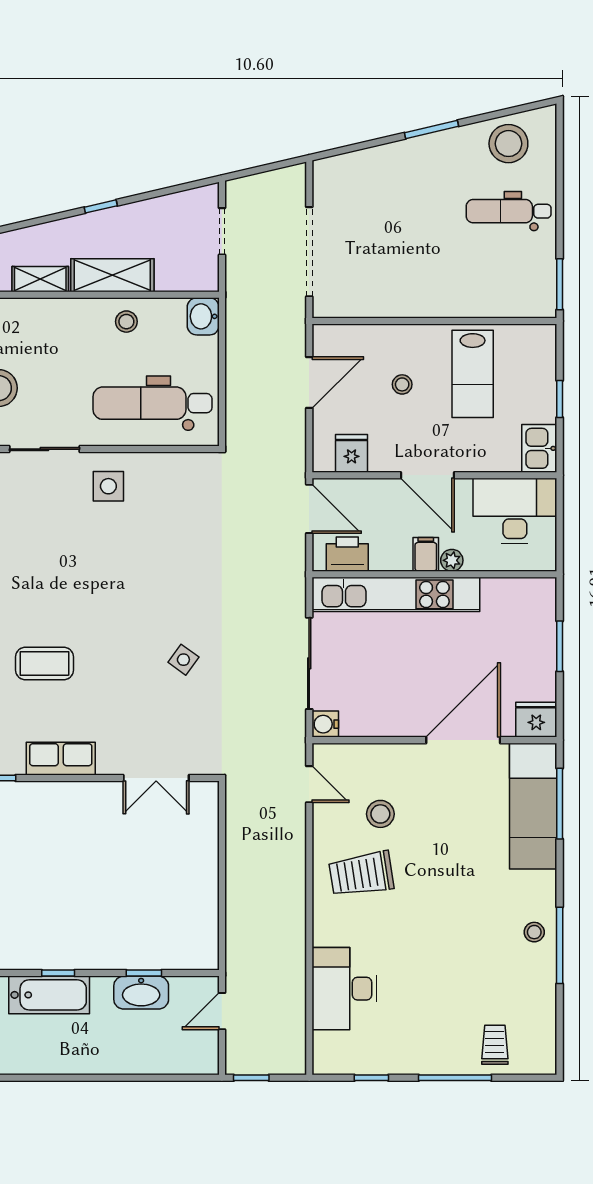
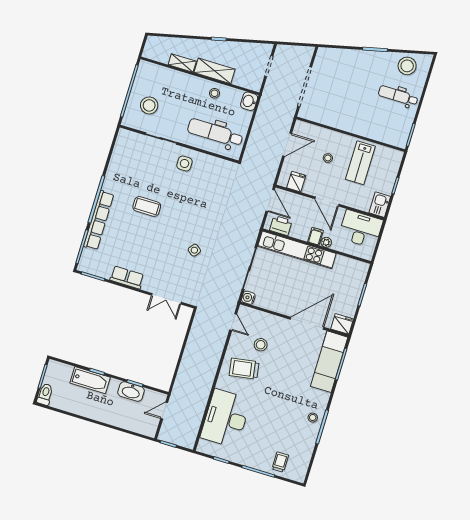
coffee table: (44, 664) -> (147, 206), moved
desk: (345, 989) -> (226, 418), width x1.36, depth x1.30

